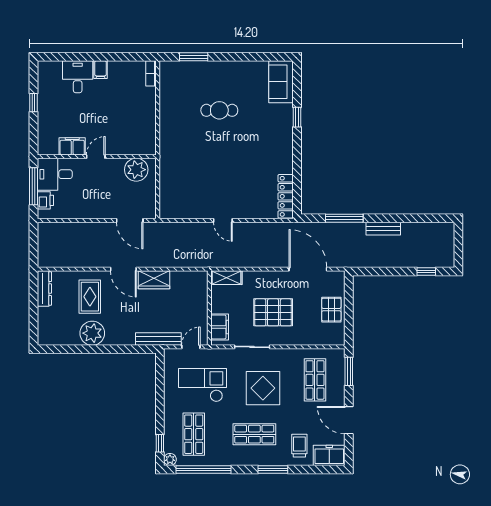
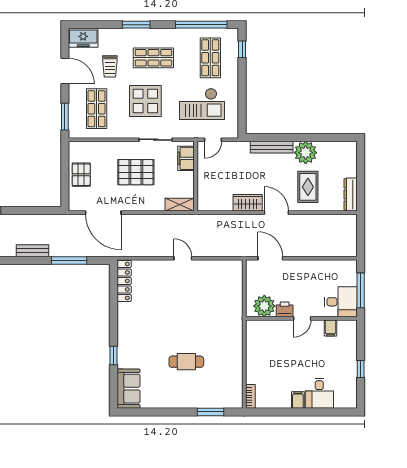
filing cabinet: (72, 146) -> (331, 328), width x0.50
printer: (45, 200) -> (285, 309), moved, turned 90
bench: (158, 339) -> (272, 147), moved
trolley: (299, 446) -> (110, 66), moved
plant: (170, 459) -> (233, 34), removed

